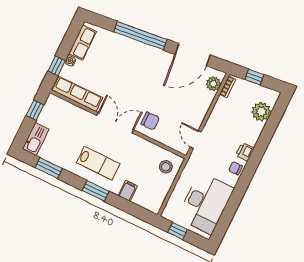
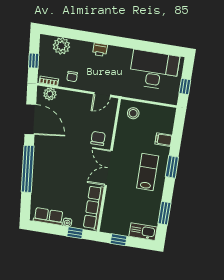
chair: (235, 168) -> (72, 76), moved

